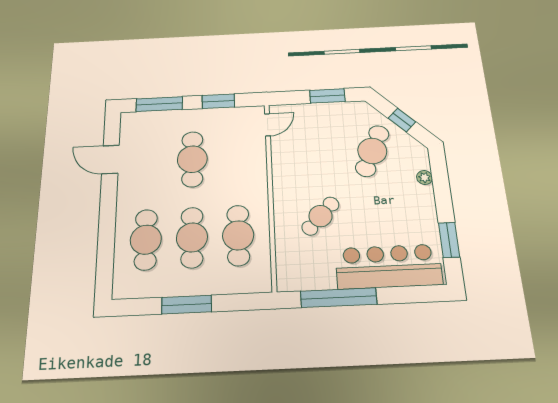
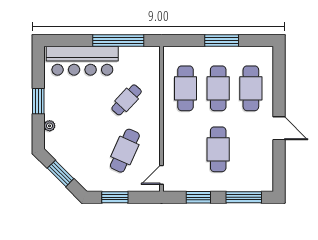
window: (402, 120) -> (61, 173), width x1.50
cafe table: (372, 151) -> (125, 151), moved
door: (111, 160) -> (279, 128), moved
window: (449, 240) -> (38, 101), moved

